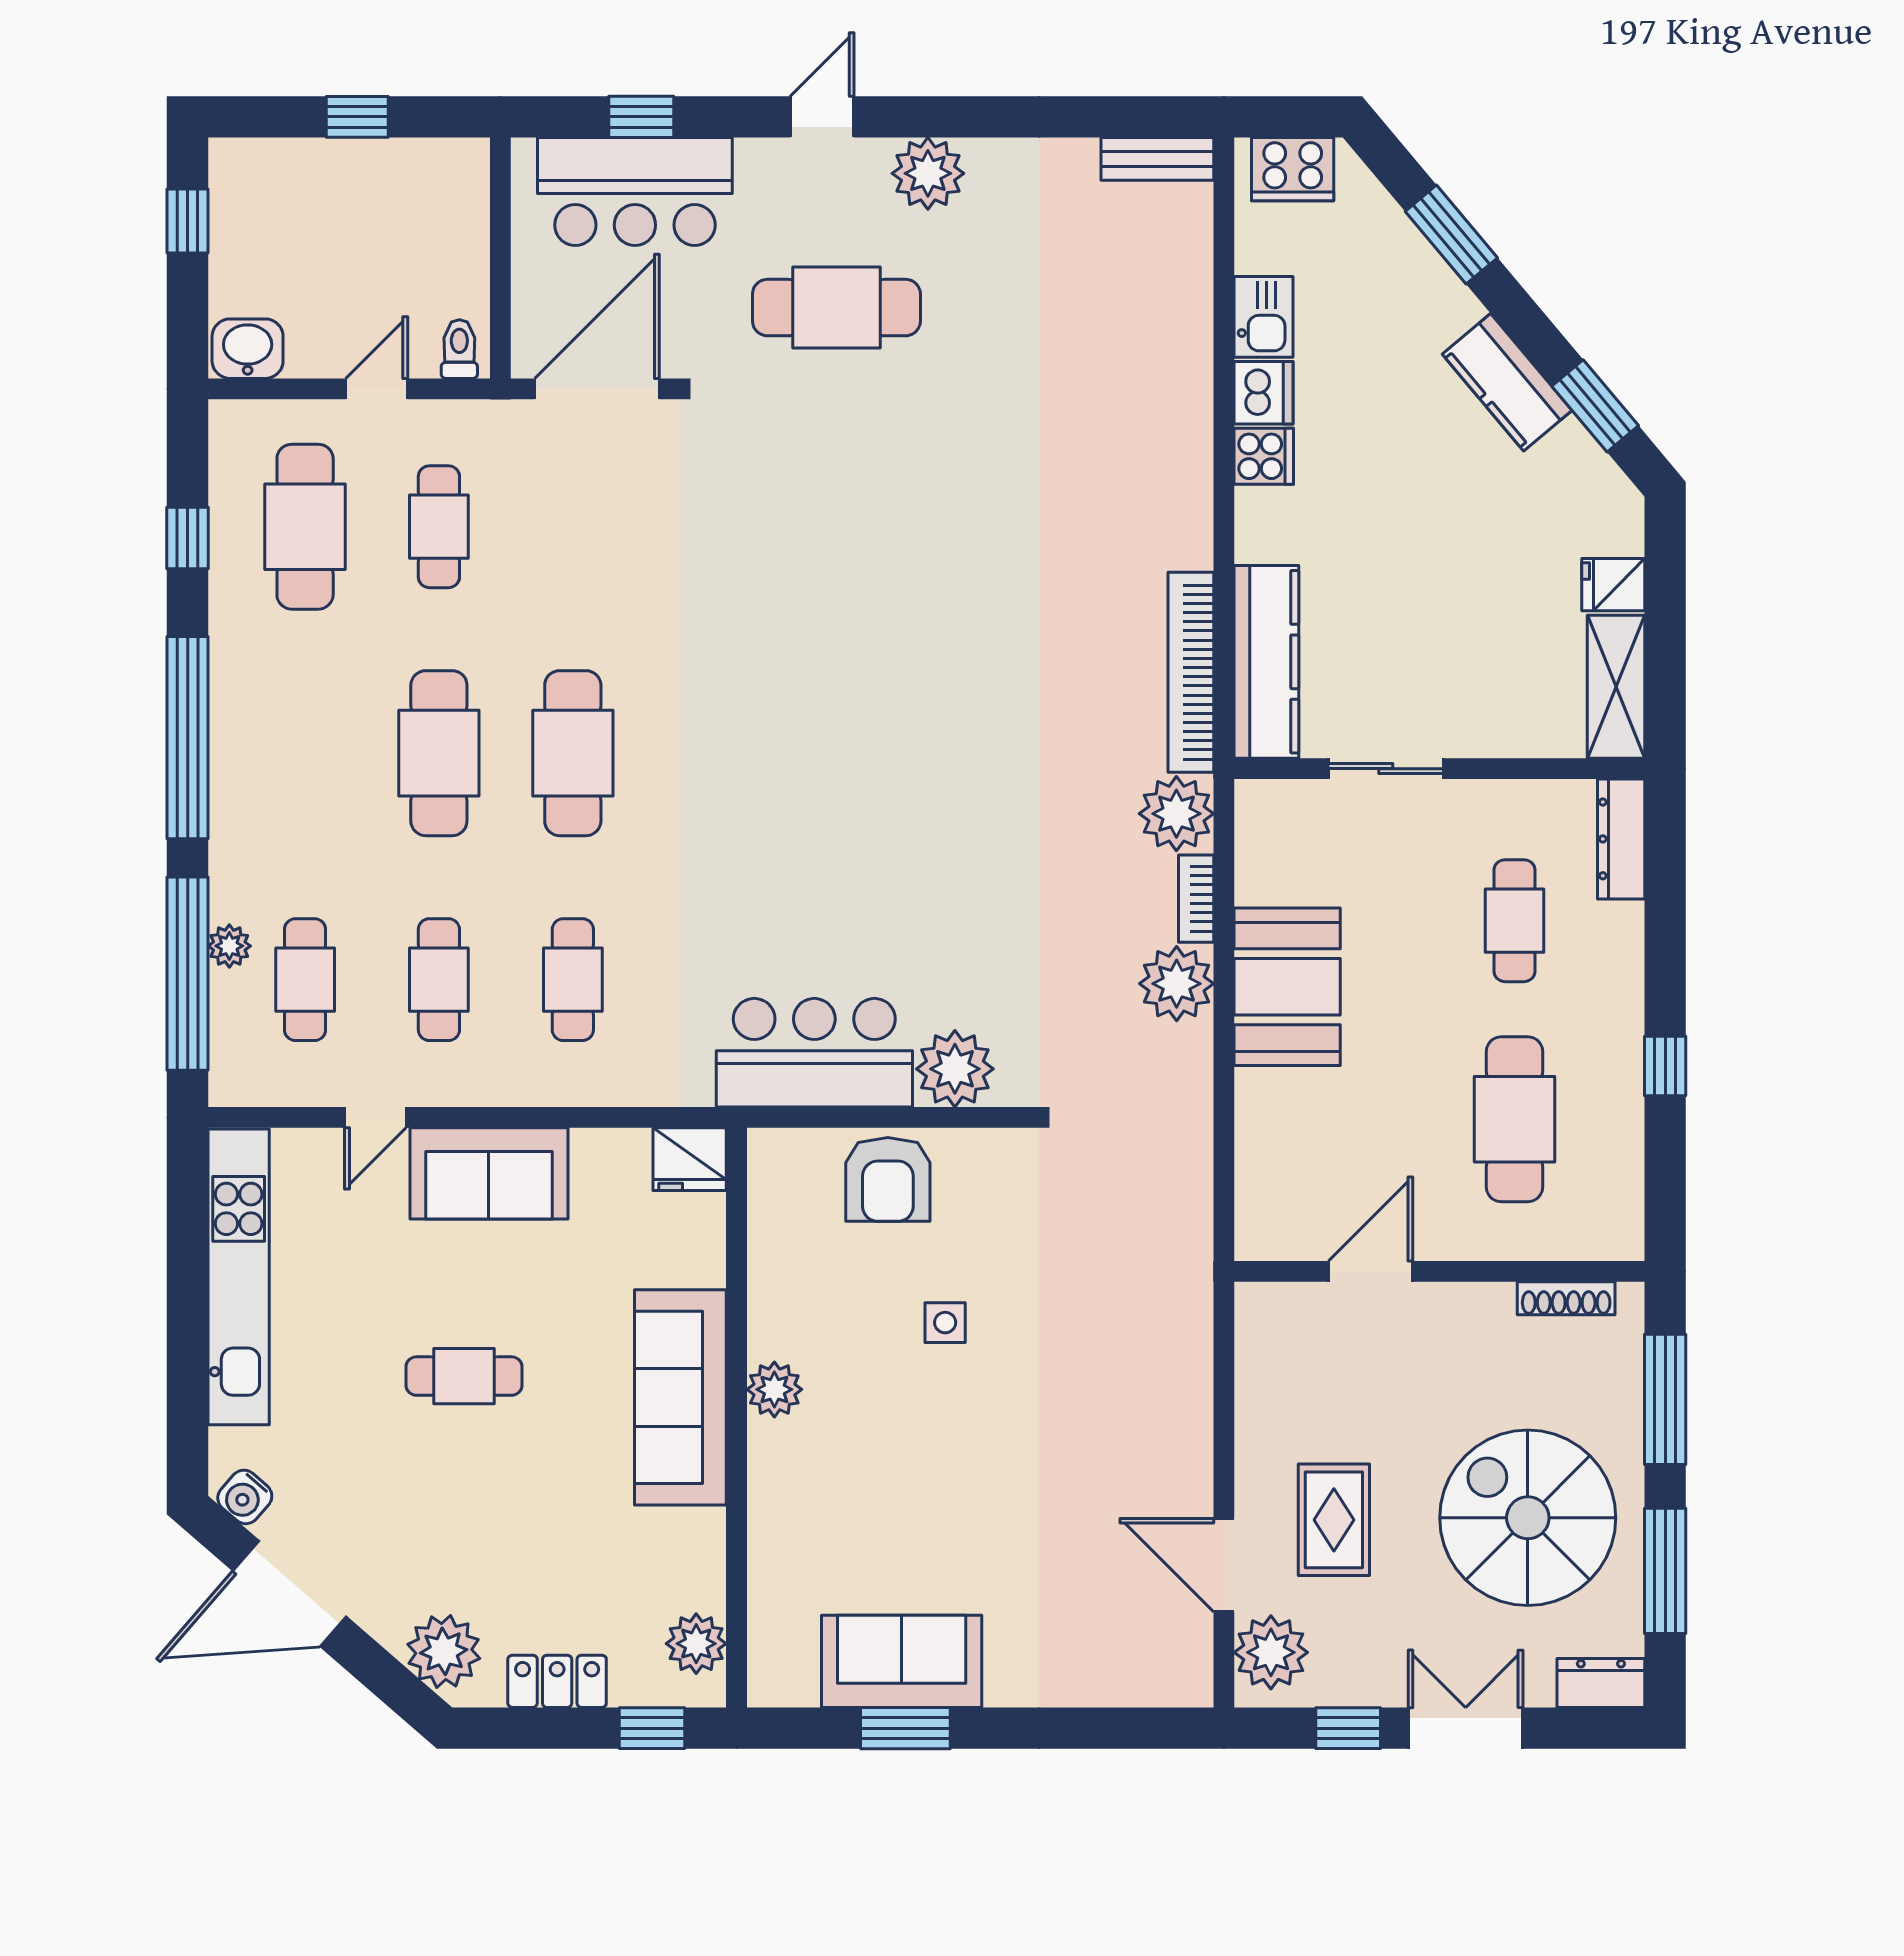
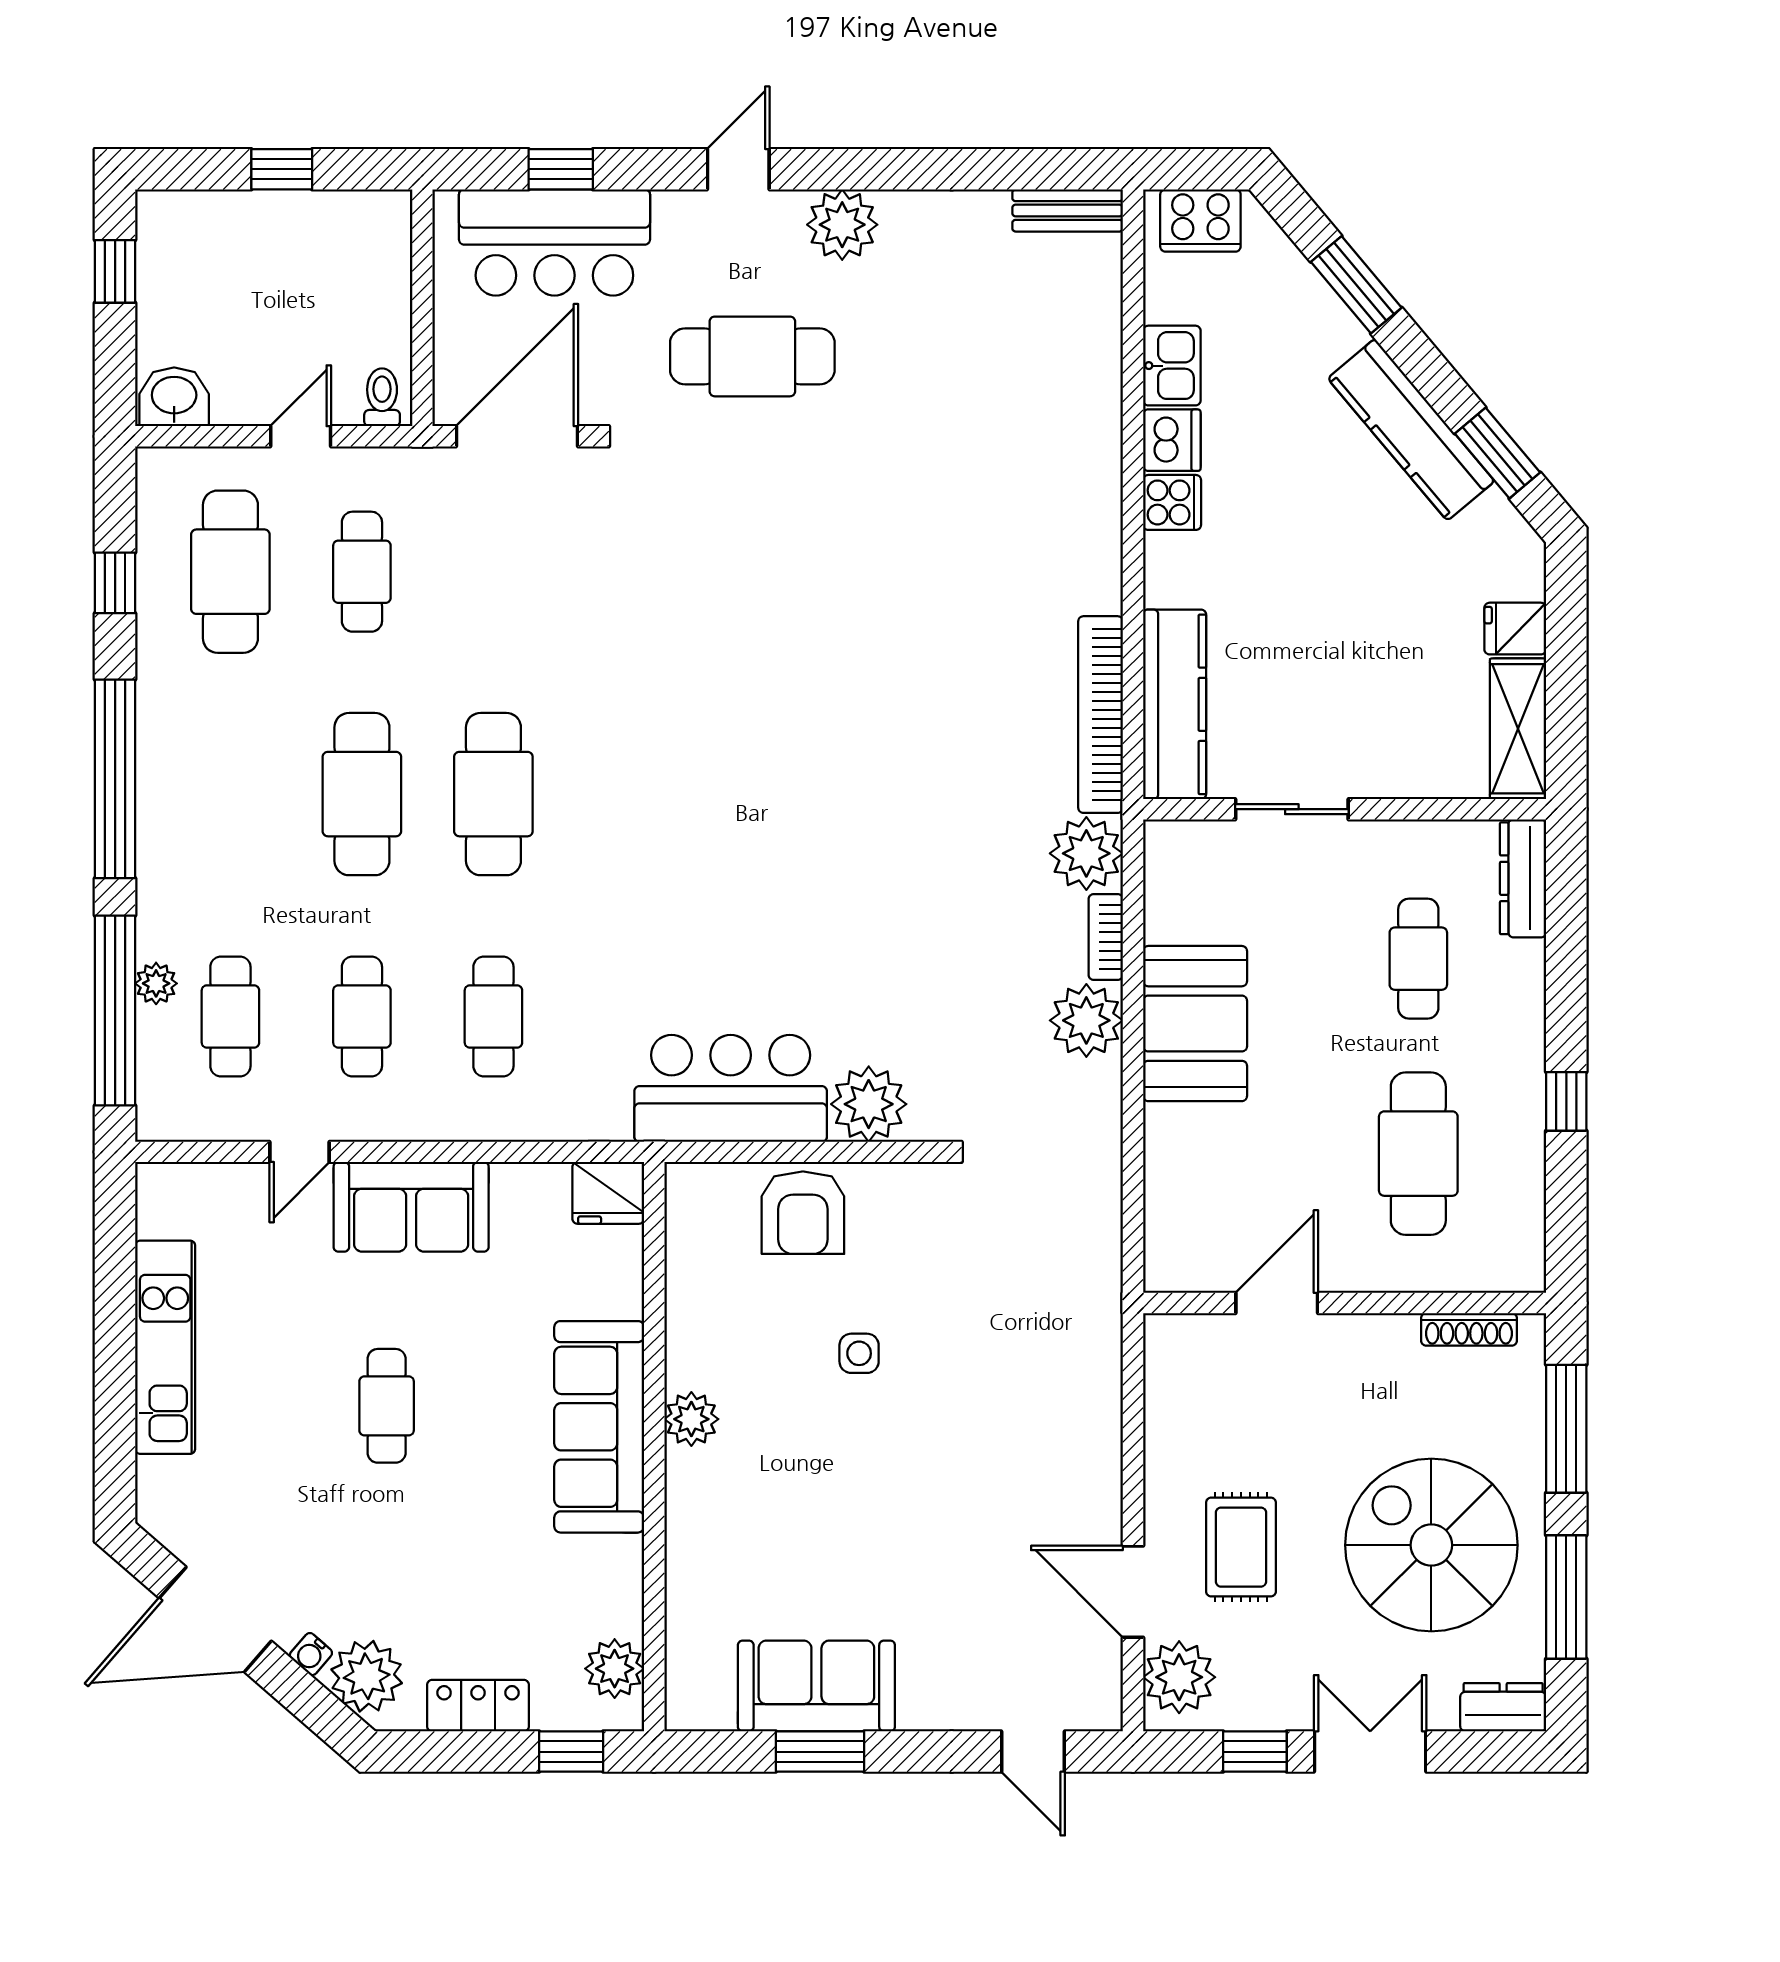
kitchen counter: (1507, 382) -> (1411, 430), width x1.50
kitchen unit: (239, 1277) -> (165, 1347), width x0.73
cafe table: (464, 1376) -> (387, 1406), turned 90
water cooler: (245, 1497) -> (311, 1654), moved, width x0.72, depth x0.72
door: (1122, 1728) -> (1033, 1752), added

